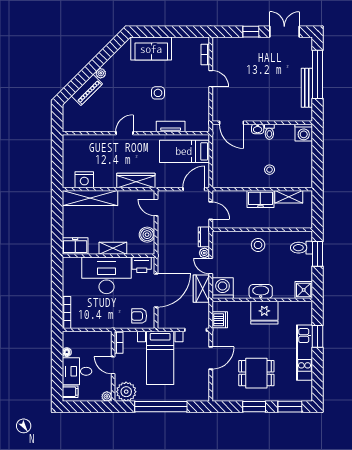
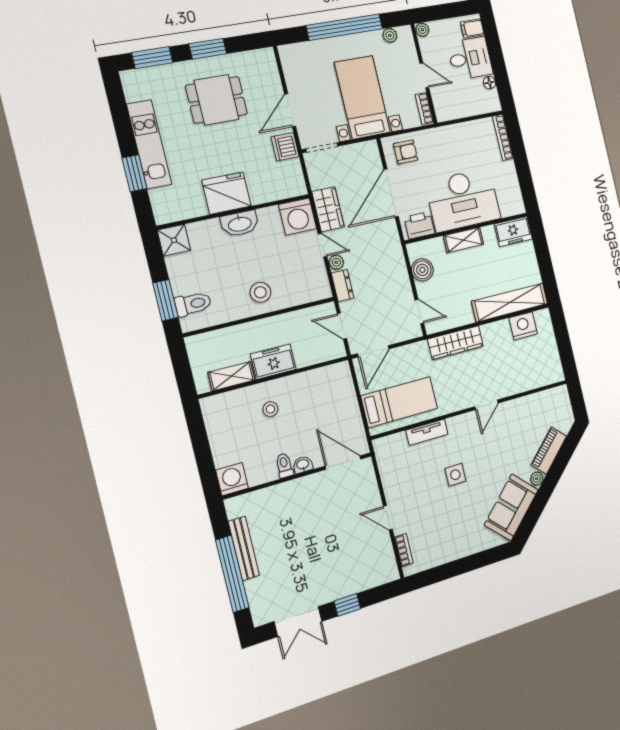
sofa: (151, 49) -> (511, 507), moved, turned -45
dishwasher: (220, 320) -> (285, 147), moved
plant: (126, 392) -> (390, 35), width x0.53, depth x0.53

